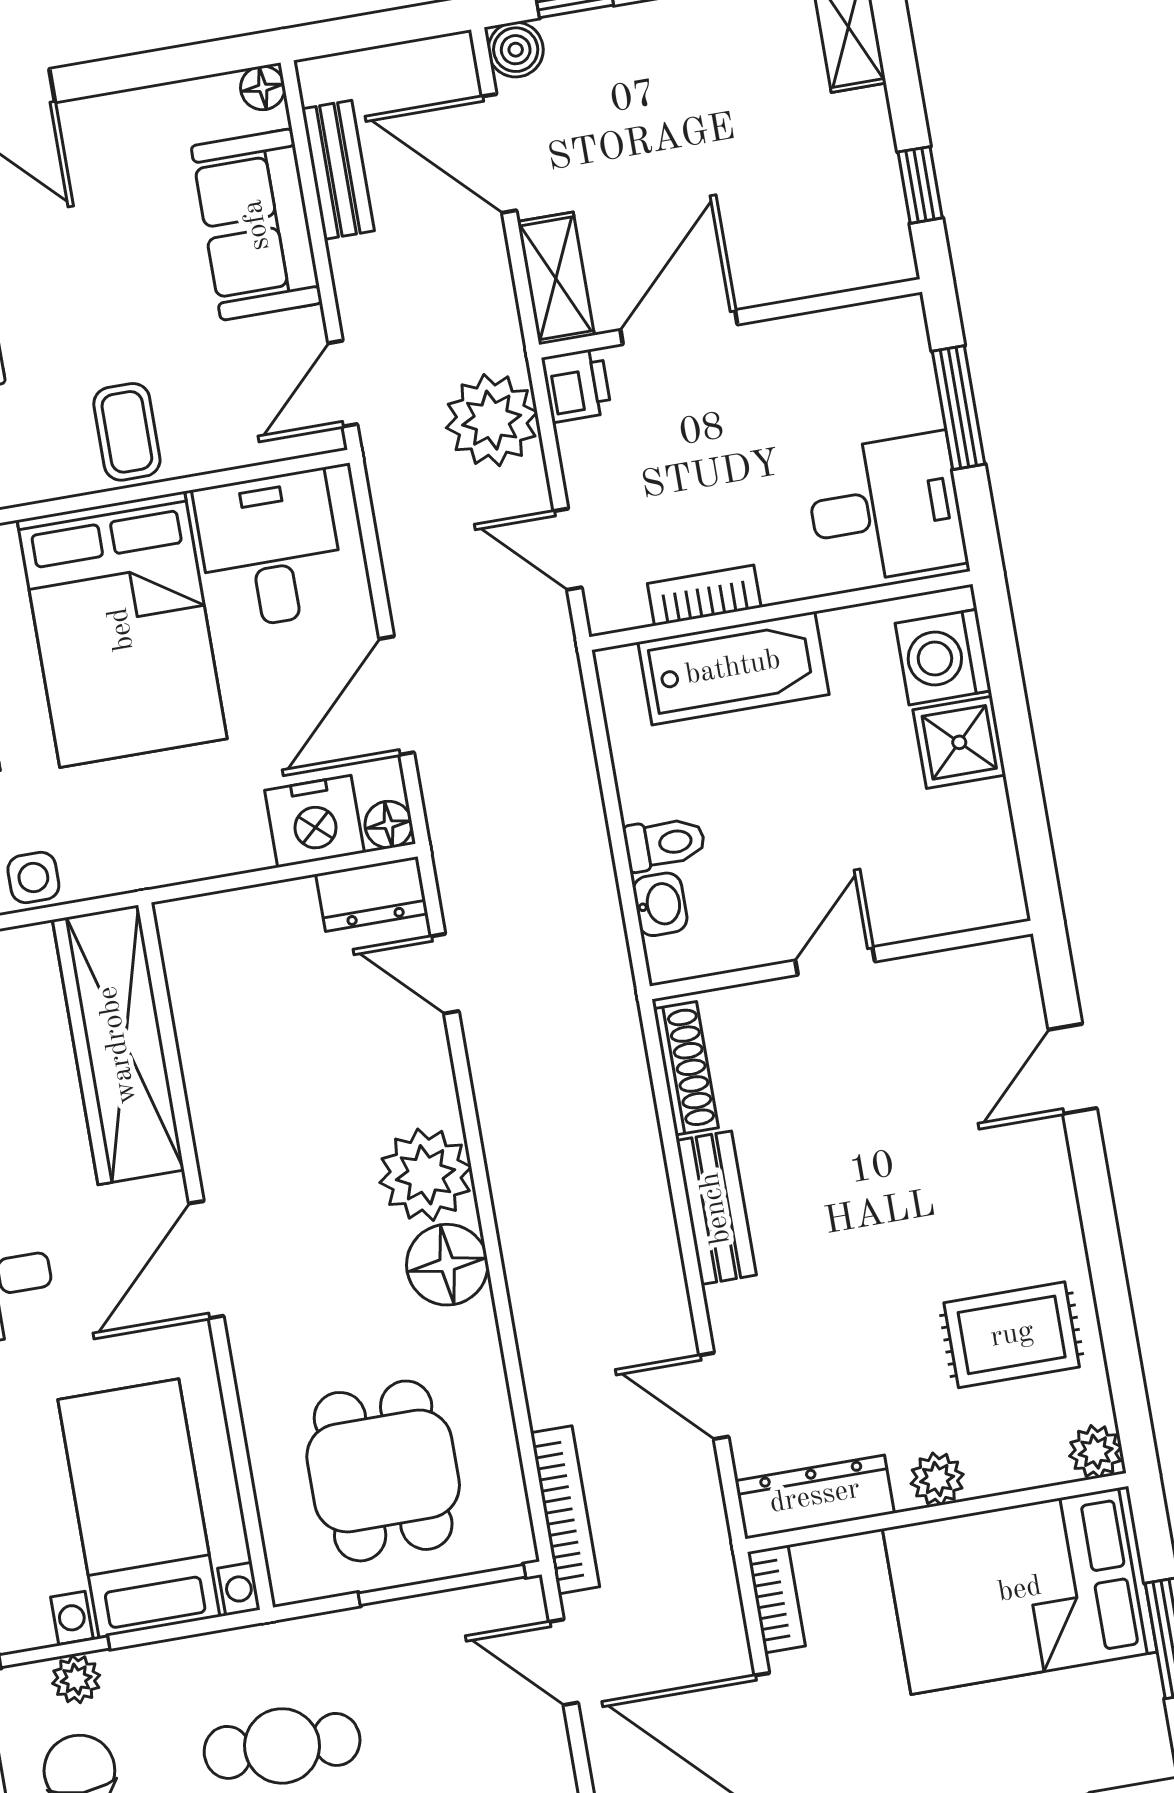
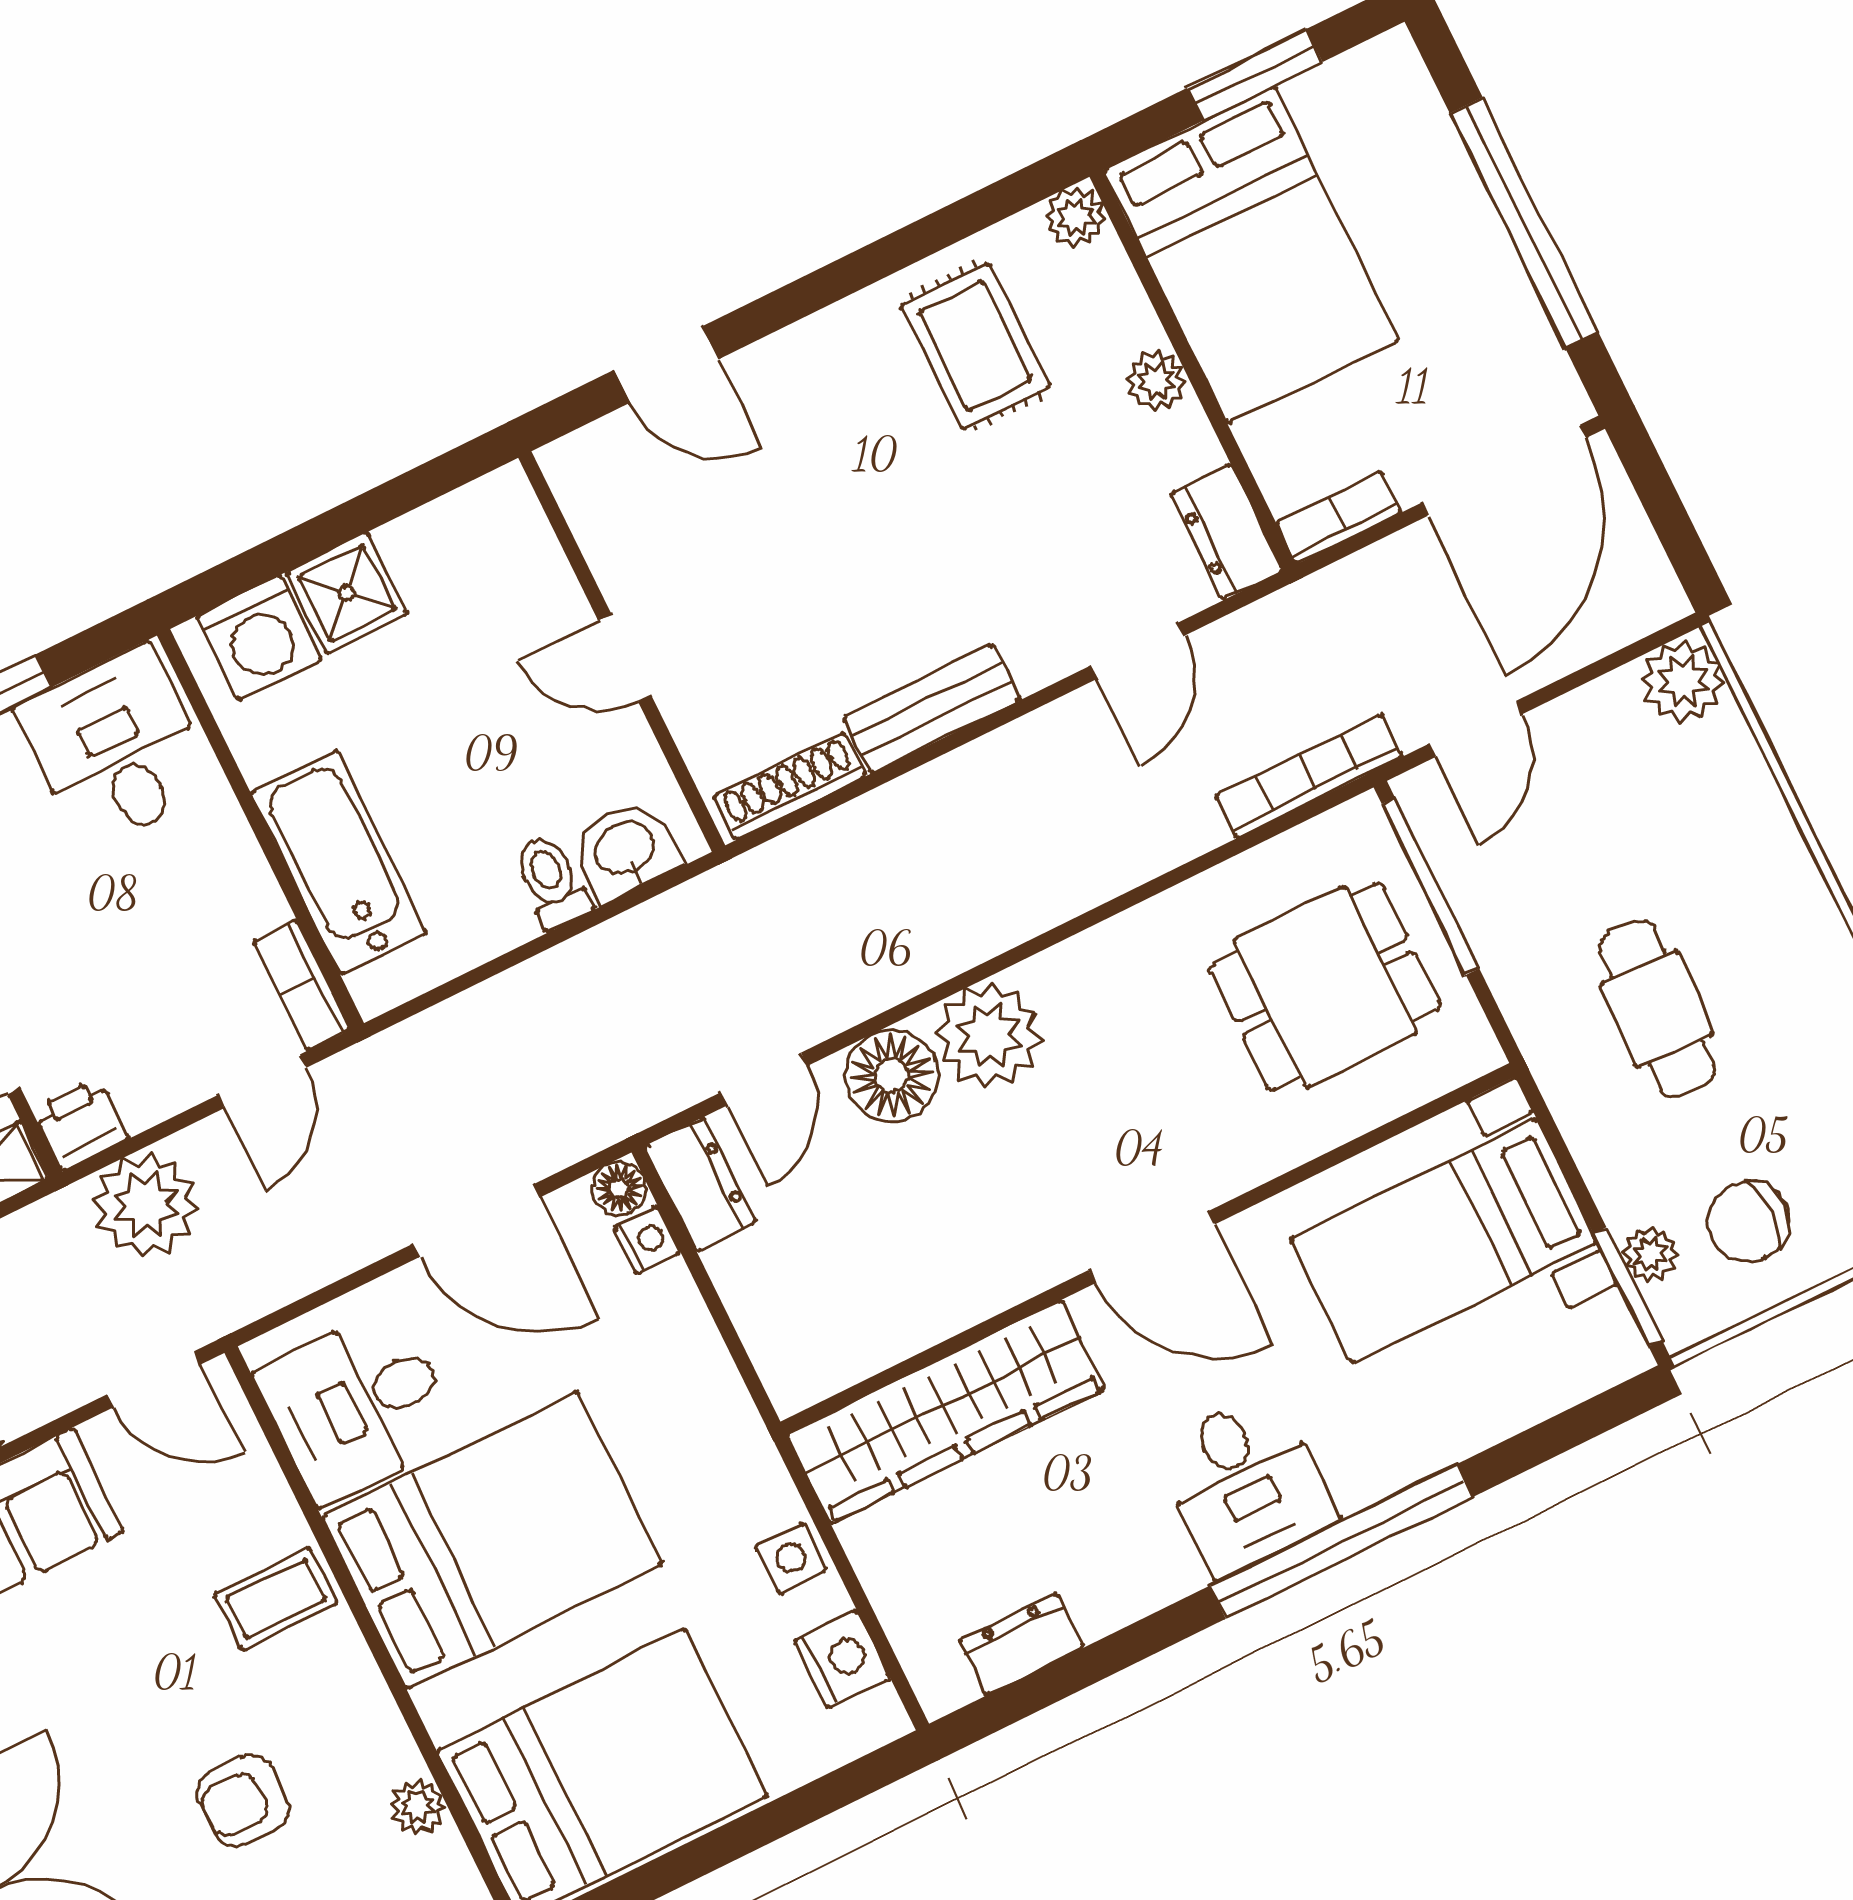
bookcase: (704, 595) -> (302, 985), moved
nightstand: (314, 821) -> (647, 1240), width x0.53, depth x0.56
washbasin: (660, 904) -> (625, 850), width x1.38, depth x1.45
floor lamp: (447, 1265) -> (892, 1076), moved
dresser: (815, 1497) -> (1227, 532), width x0.70

